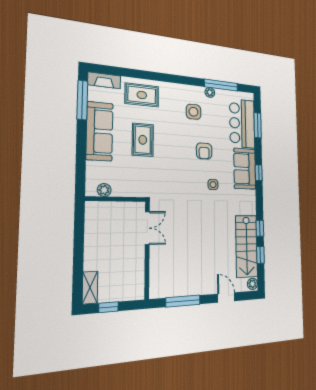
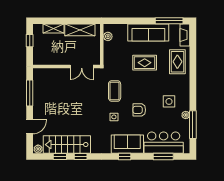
coffee table: (180, 183) -> (115, 91), added
shelving: (93, 231) -> (80, 30), added
shelving: (90, 288) -> (54, 29), moved

